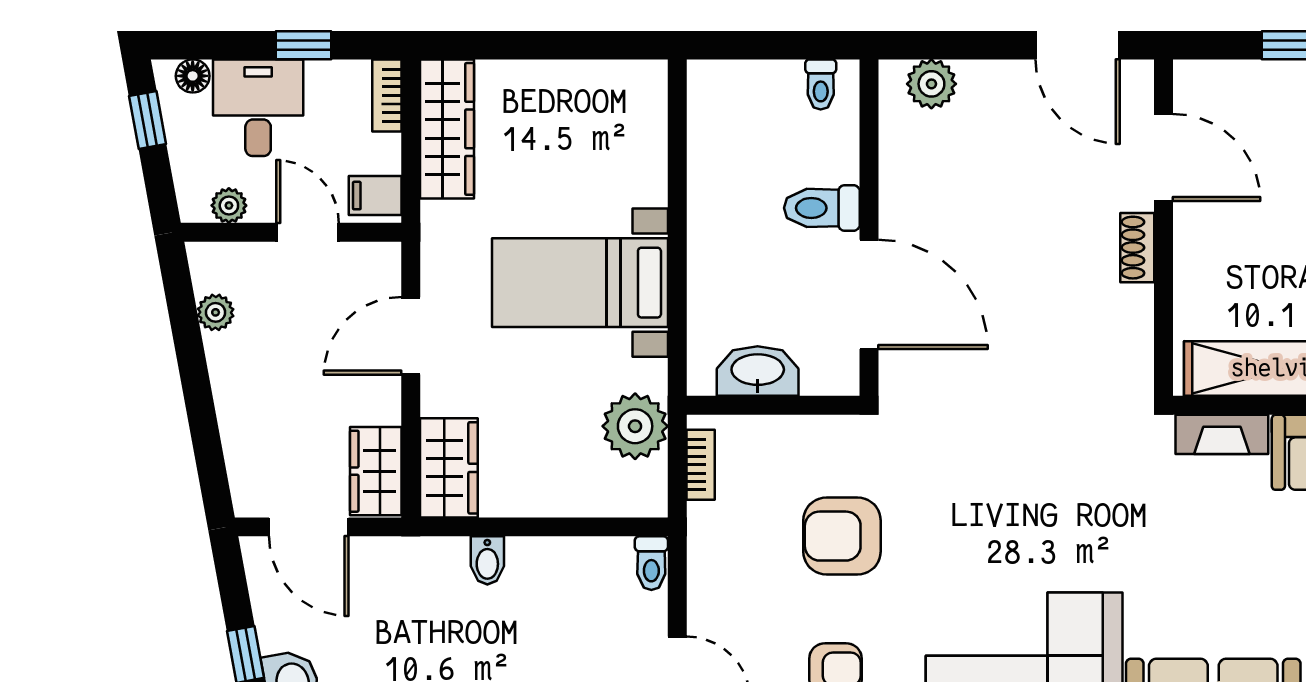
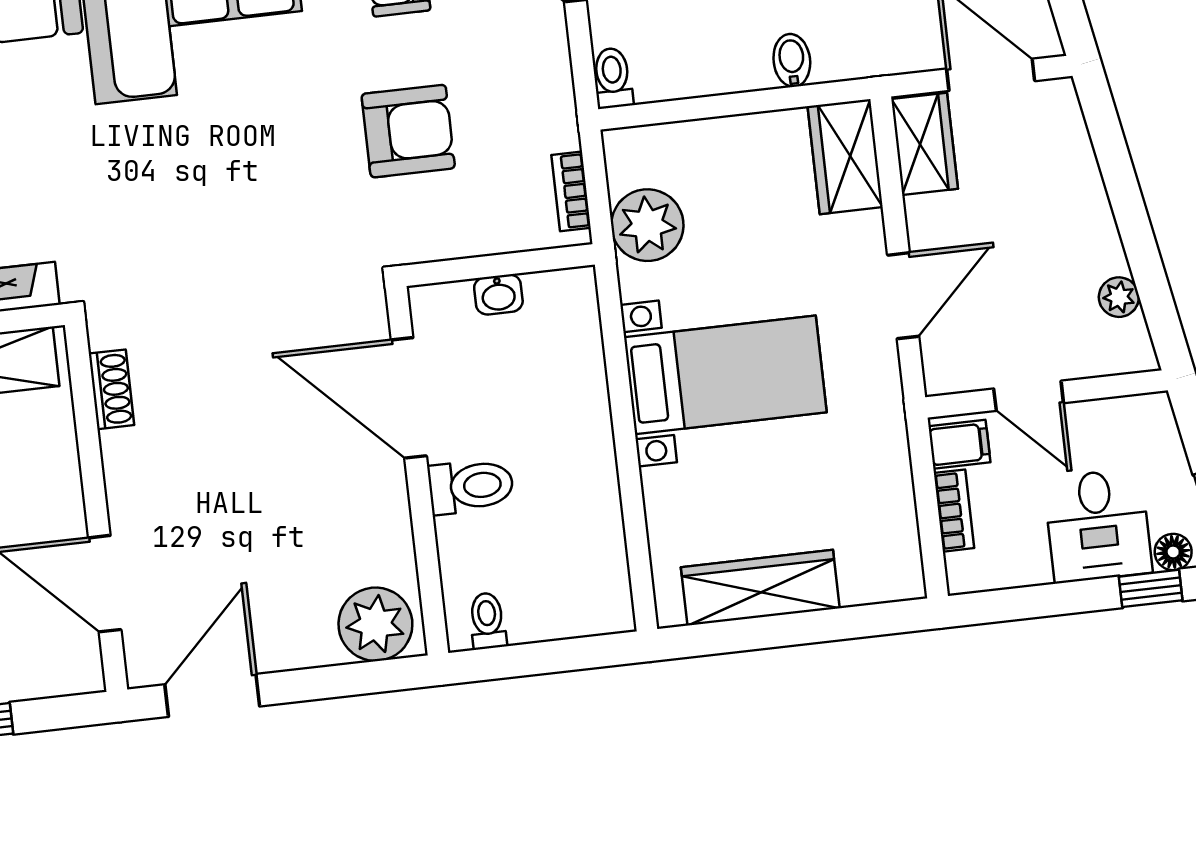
window: (303, 45) -> (1151, 588), moved
door: (1078, 45) -> (212, 695), hinge flipped
plant: (931, 84) -> (375, 624), width x1.36, depth x1.36
bookcase: (387, 95) -> (954, 511), moved
wardrobe: (447, 129) -> (760, 588), moved, turned 90
plant: (229, 205) -> (1118, 415), removed
shoe rack: (1137, 248) -> (111, 389), moved
washbasin: (758, 371) -> (498, 295), width x0.52, depth x0.69

